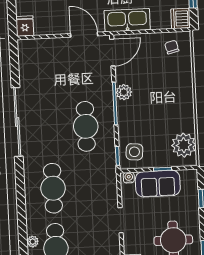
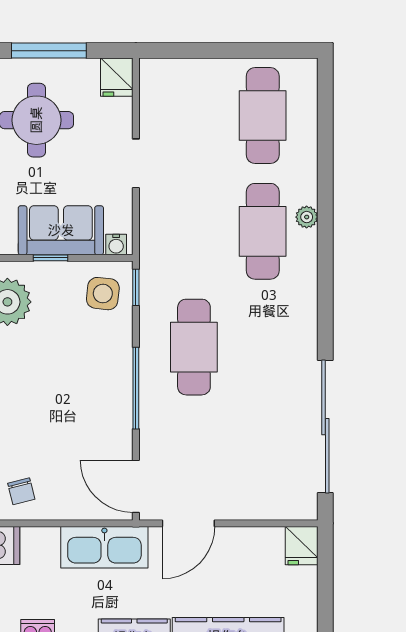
door: (84, 35) -> (188, 523), hinge flipped
door: (112, 53) -> (136, 486), hinge flipped
plant: (124, 92) -> (117, 409), removed
sliding door: (17, 122) -> (325, 427), moved
plant: (33, 242) -> (307, 217), moved

